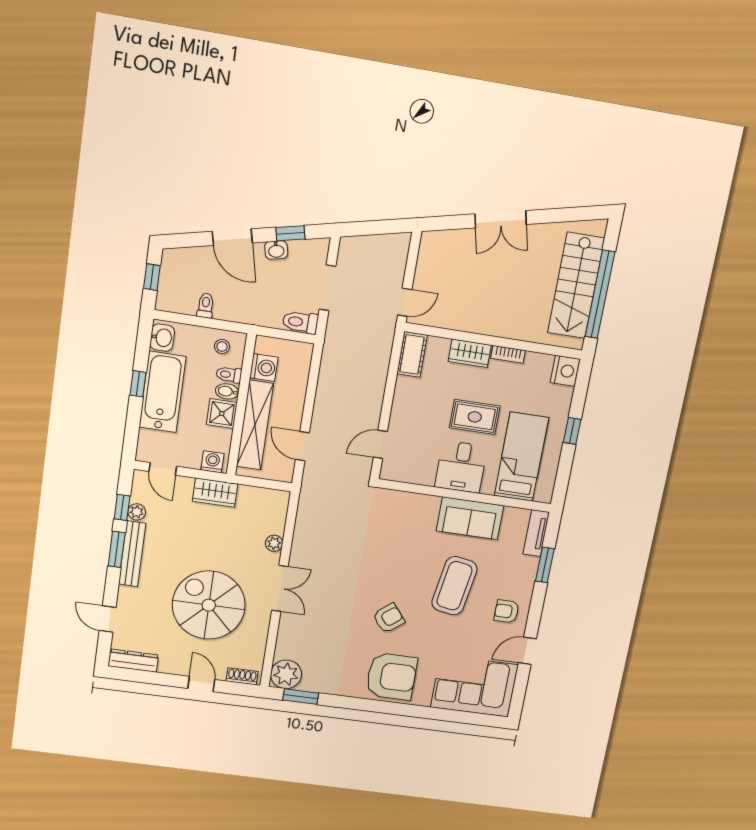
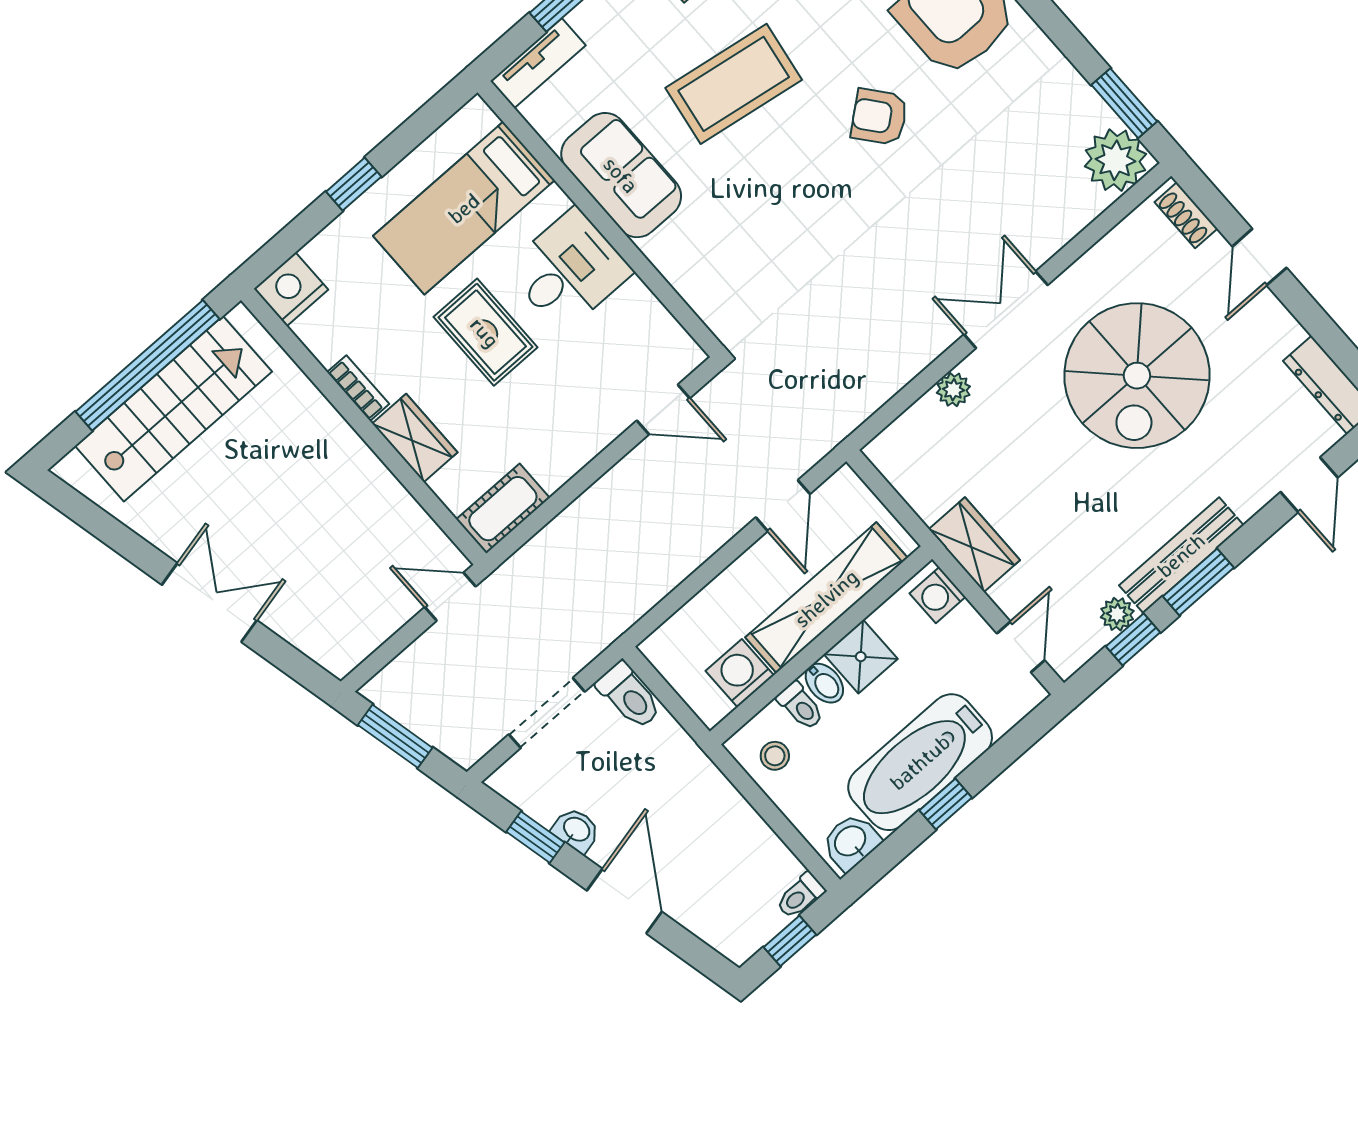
window: (381, 227) -> (395, 736), added
toilet: (206, 306) -> (800, 896), moved

